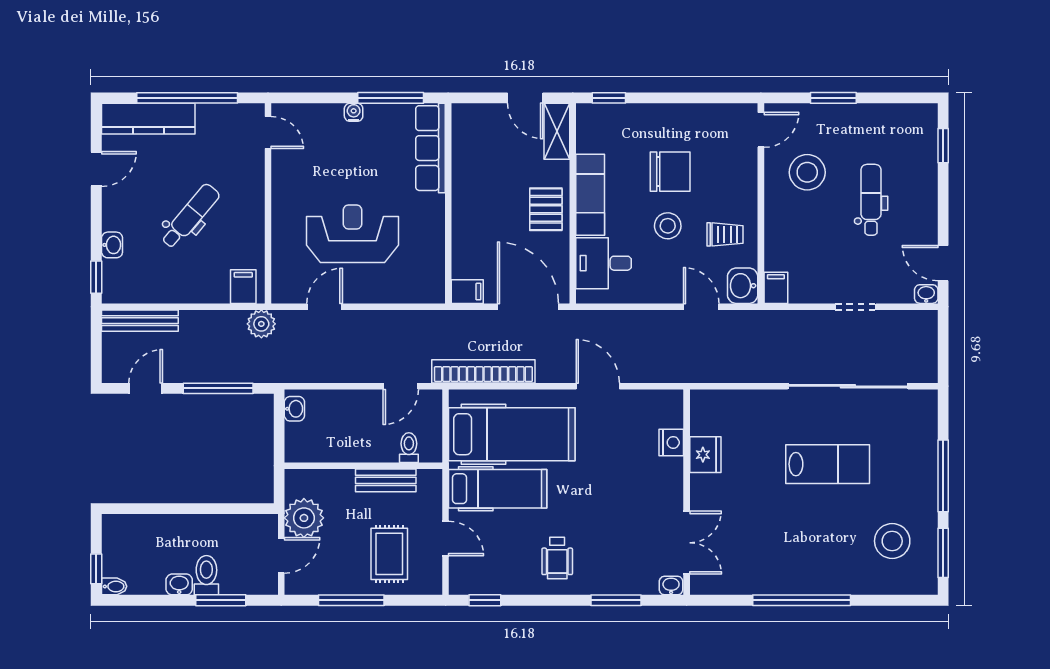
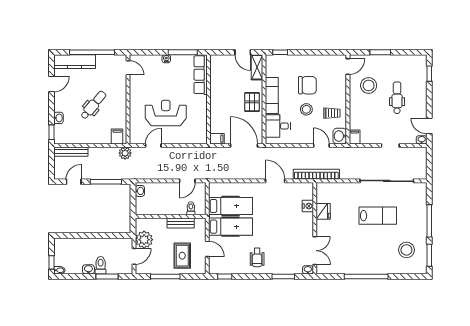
bookcase: (483, 371) -> (316, 174), moved
hospital bed: (512, 434) -> (230, 206), width x0.73, depth x0.78

